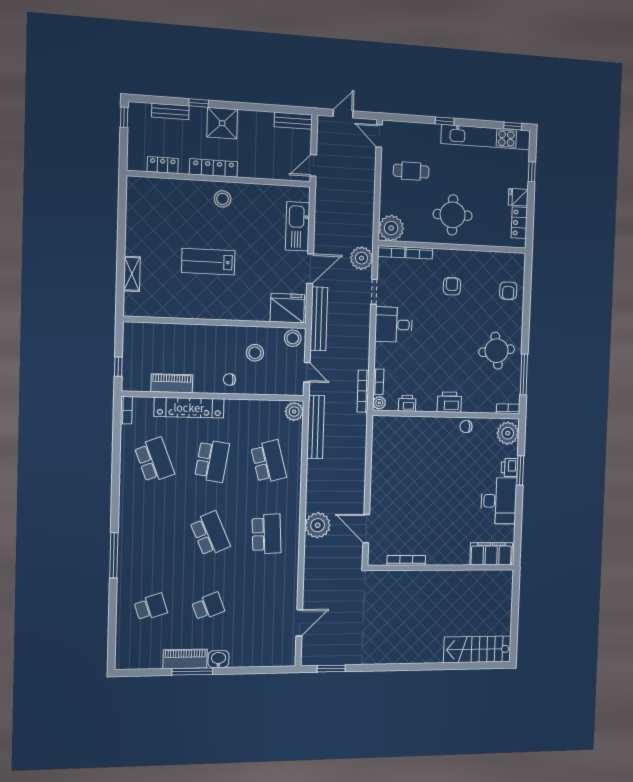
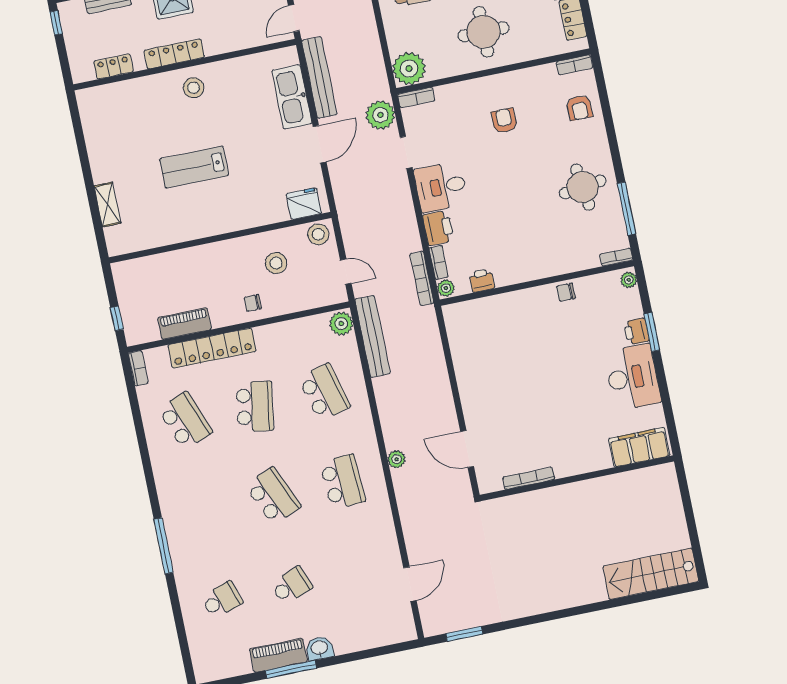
bookcase: (419, 253) -> (574, 65), moved
fridge: (287, 308) -> (304, 204), width x0.73, depth x0.75
bench: (319, 319) -> (319, 78), moved
printer: (449, 402) -> (438, 228), moved, turned 90
plant: (508, 433) -> (629, 280), width x0.53, depth x0.53
plant: (318, 525) -> (397, 459), width x0.53, depth x0.53

